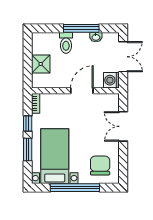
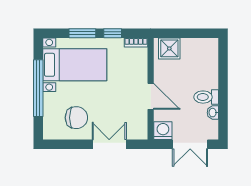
window: (81, 28) -> (223, 96), removed
toilet: (66, 43) -> (206, 97), moved
shower: (41, 64) -> (169, 48), moved
chair: (100, 166) -> (76, 118), moved

